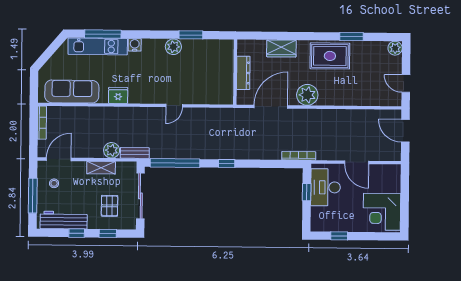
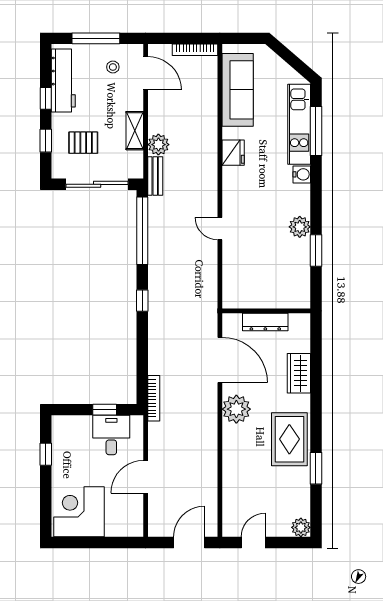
desk: (325, 187) -> (111, 435), width x0.73

